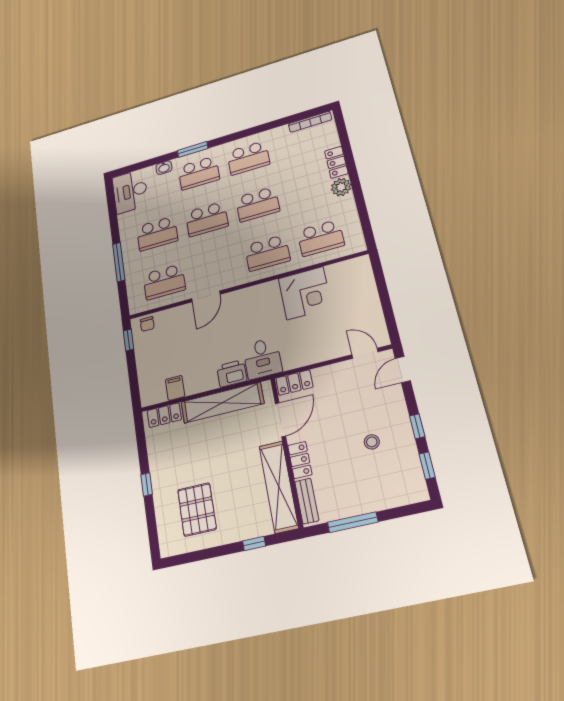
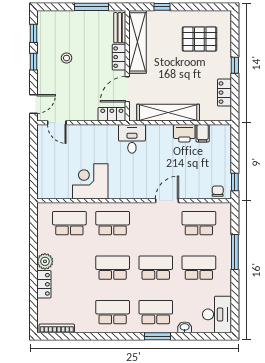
printer: (232, 373) -> (184, 133), moved
locker: (164, 415) -> (224, 93), moved, turned -90
pallet: (197, 509) -> (199, 39), turned 90

